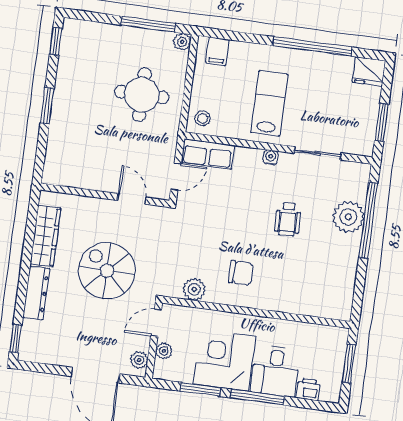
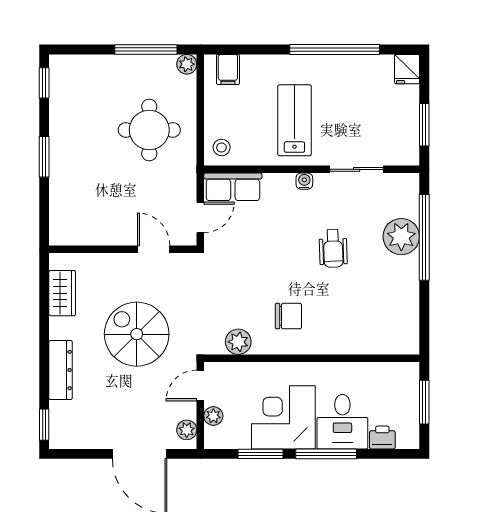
fridge: (369, 71) -> (407, 69), width x0.72
wardrobe: (45, 236) -> (62, 293), width x0.67

